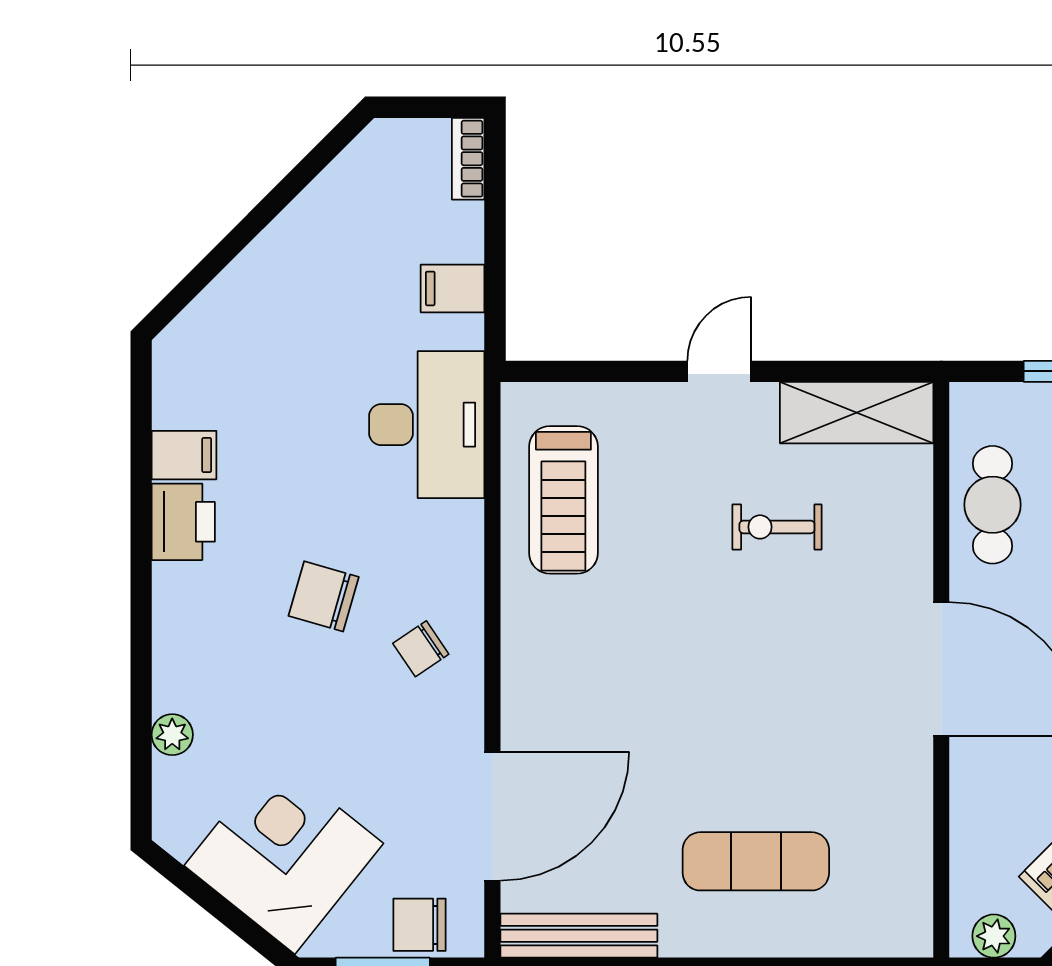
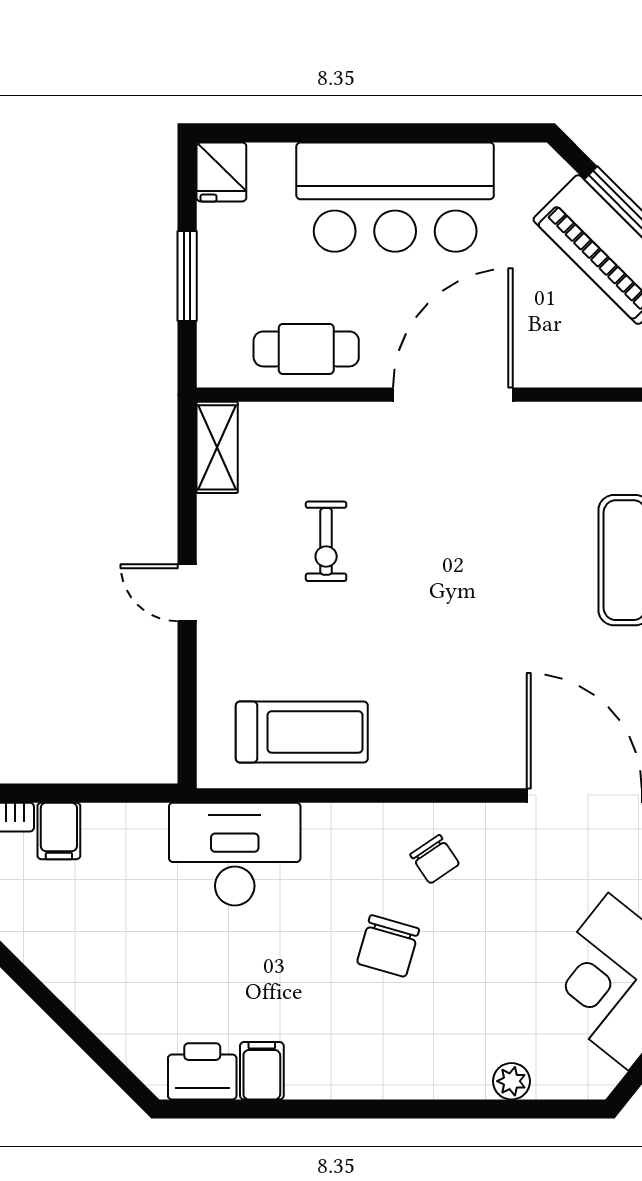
filing cabinet: (453, 288) -> (59, 831), moved
shelving: (857, 413) -> (217, 447), width x0.67, depth x0.75
printer: (183, 522) -> (202, 1071), moved

